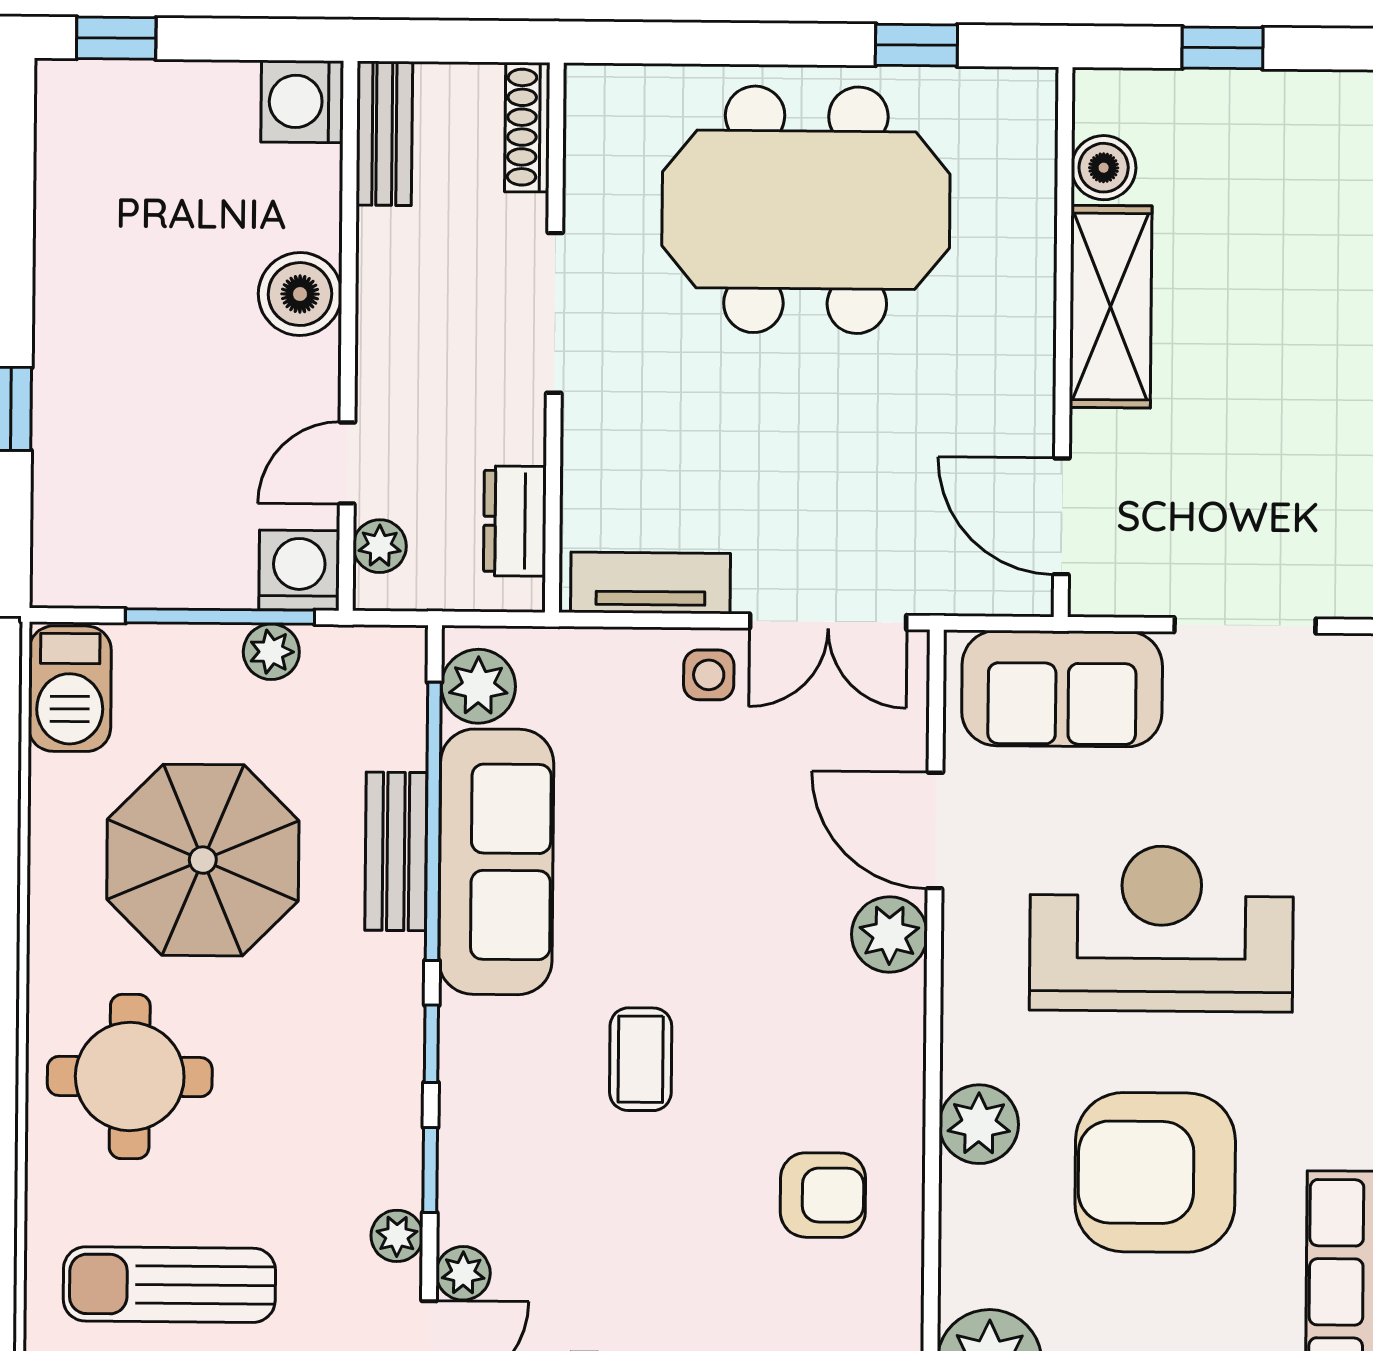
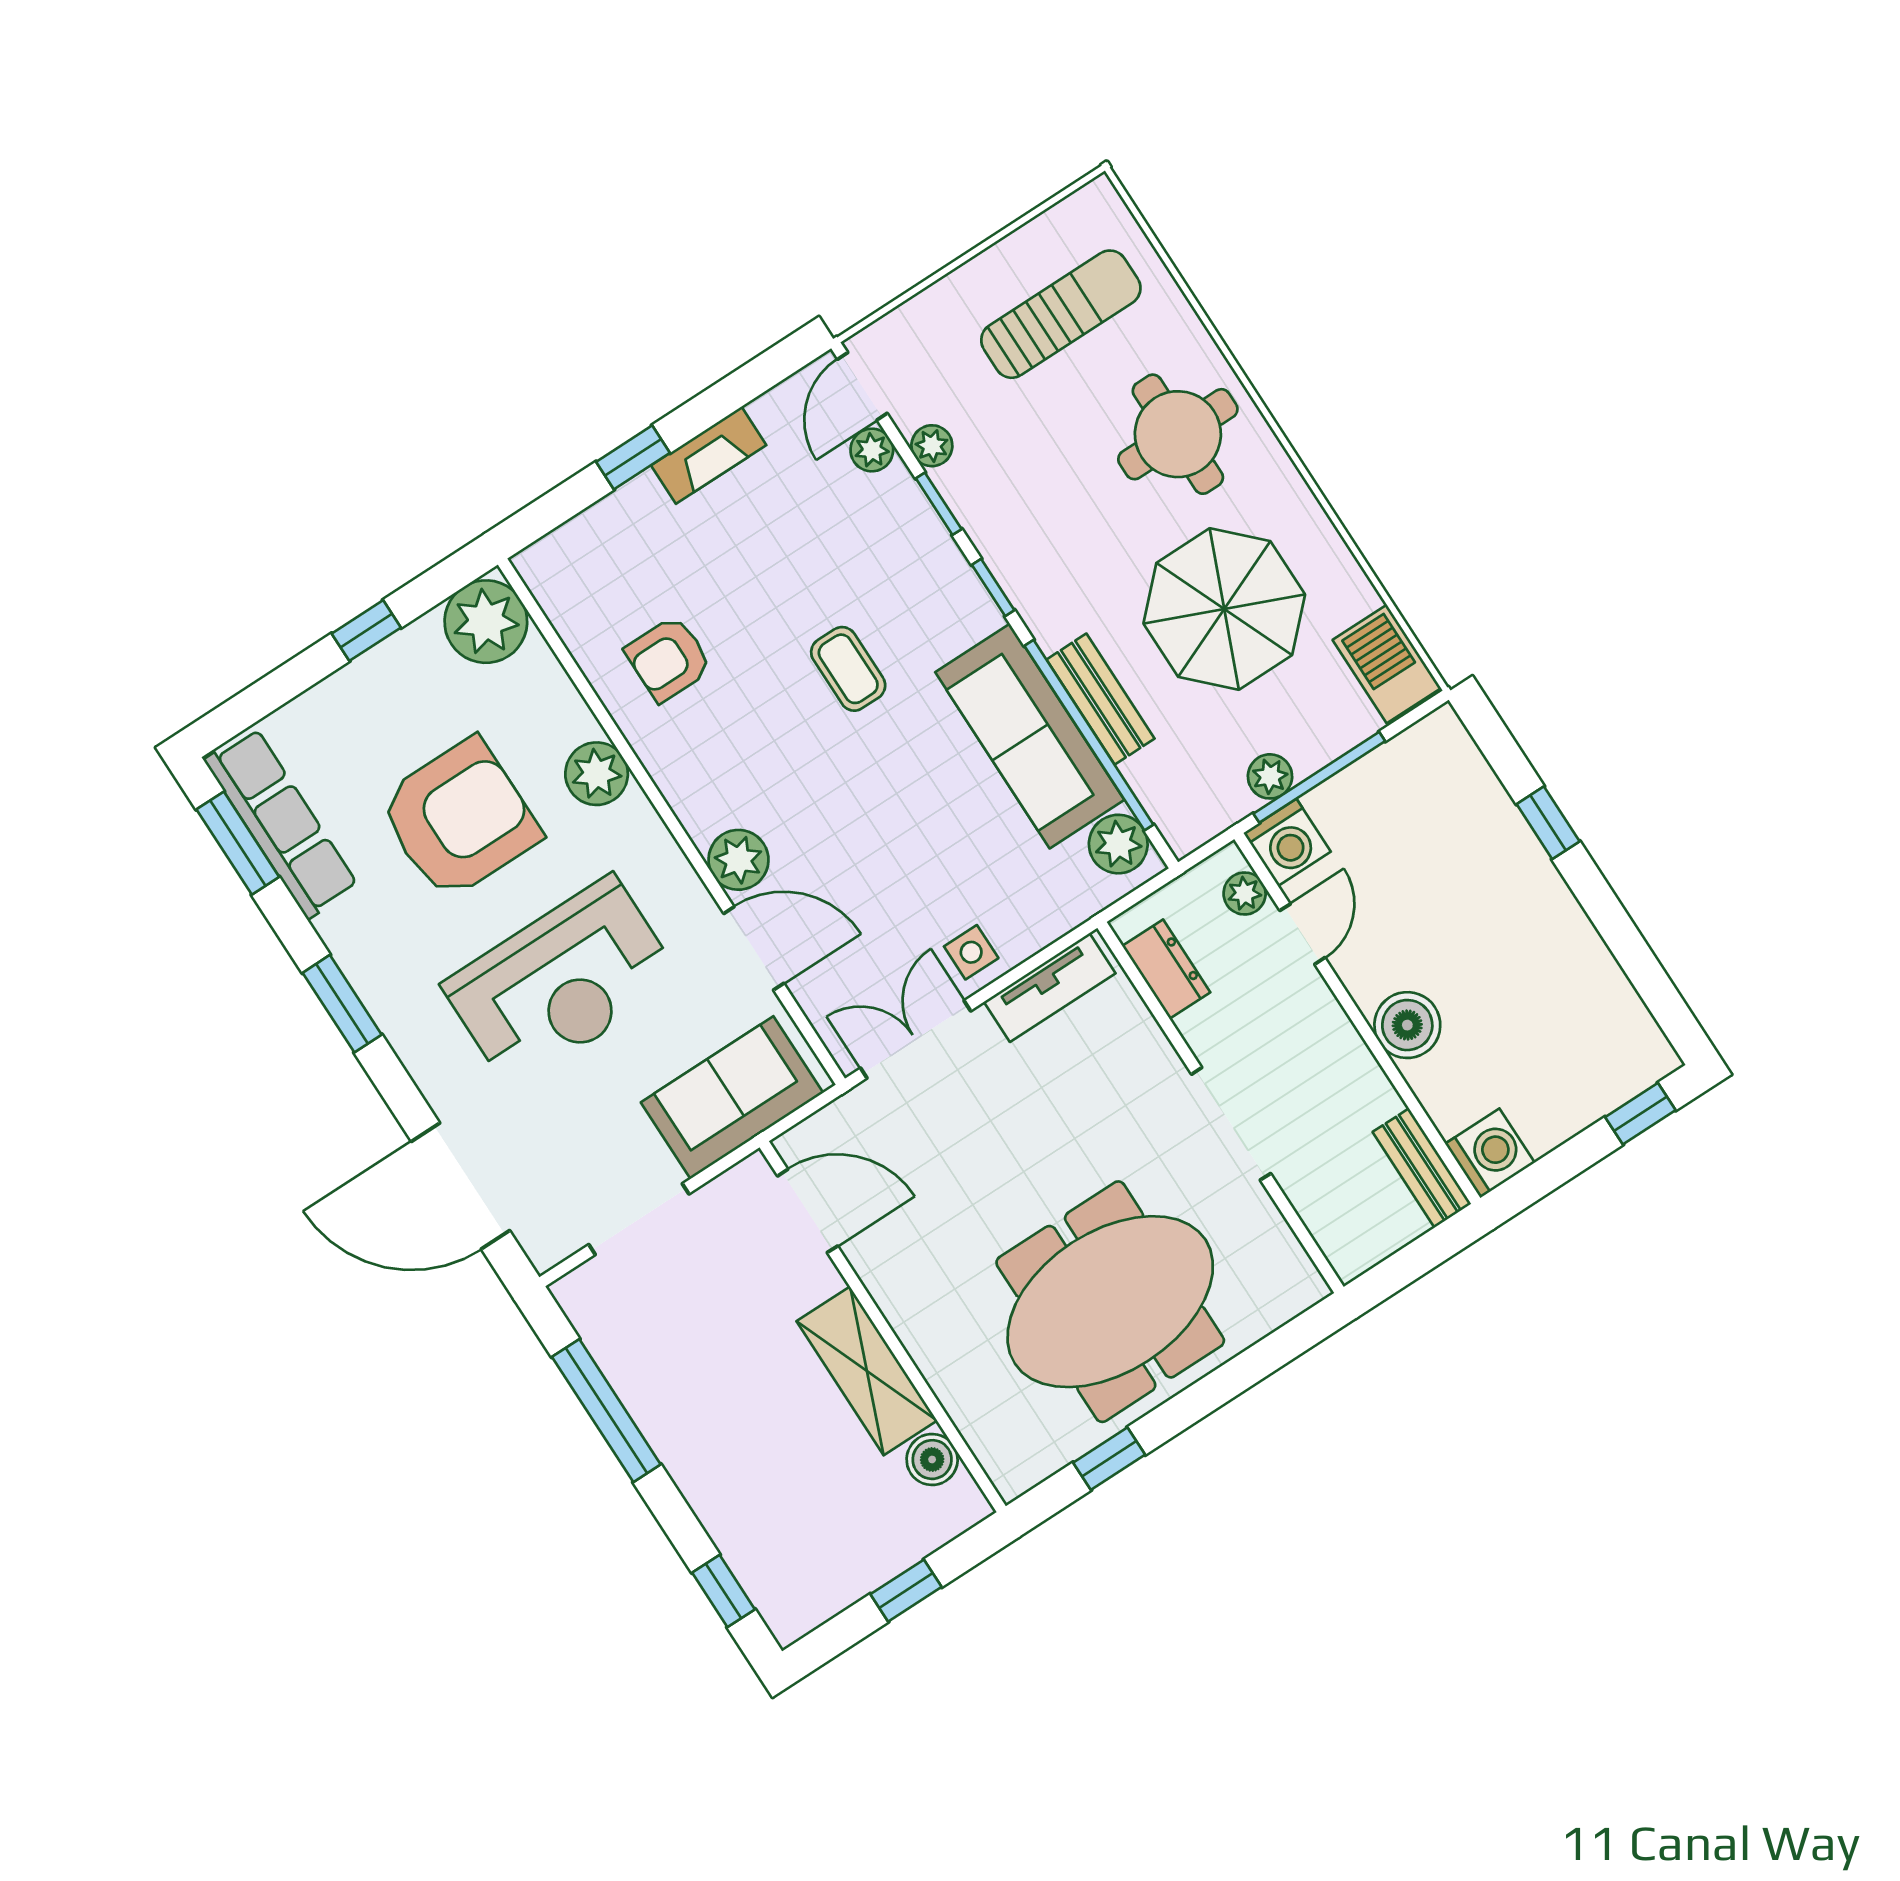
shoe rack: (527, 127) -> (1330, 1234), removed

